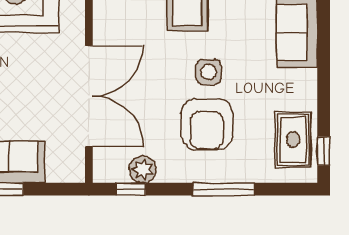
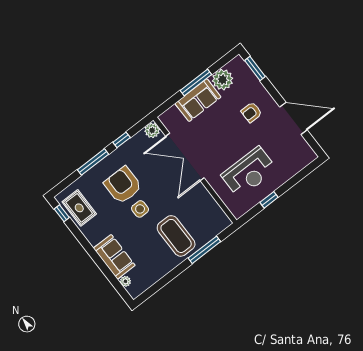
plant: (143, 169) -> (152, 130), moved
window: (131, 189) -> (122, 140), moved

